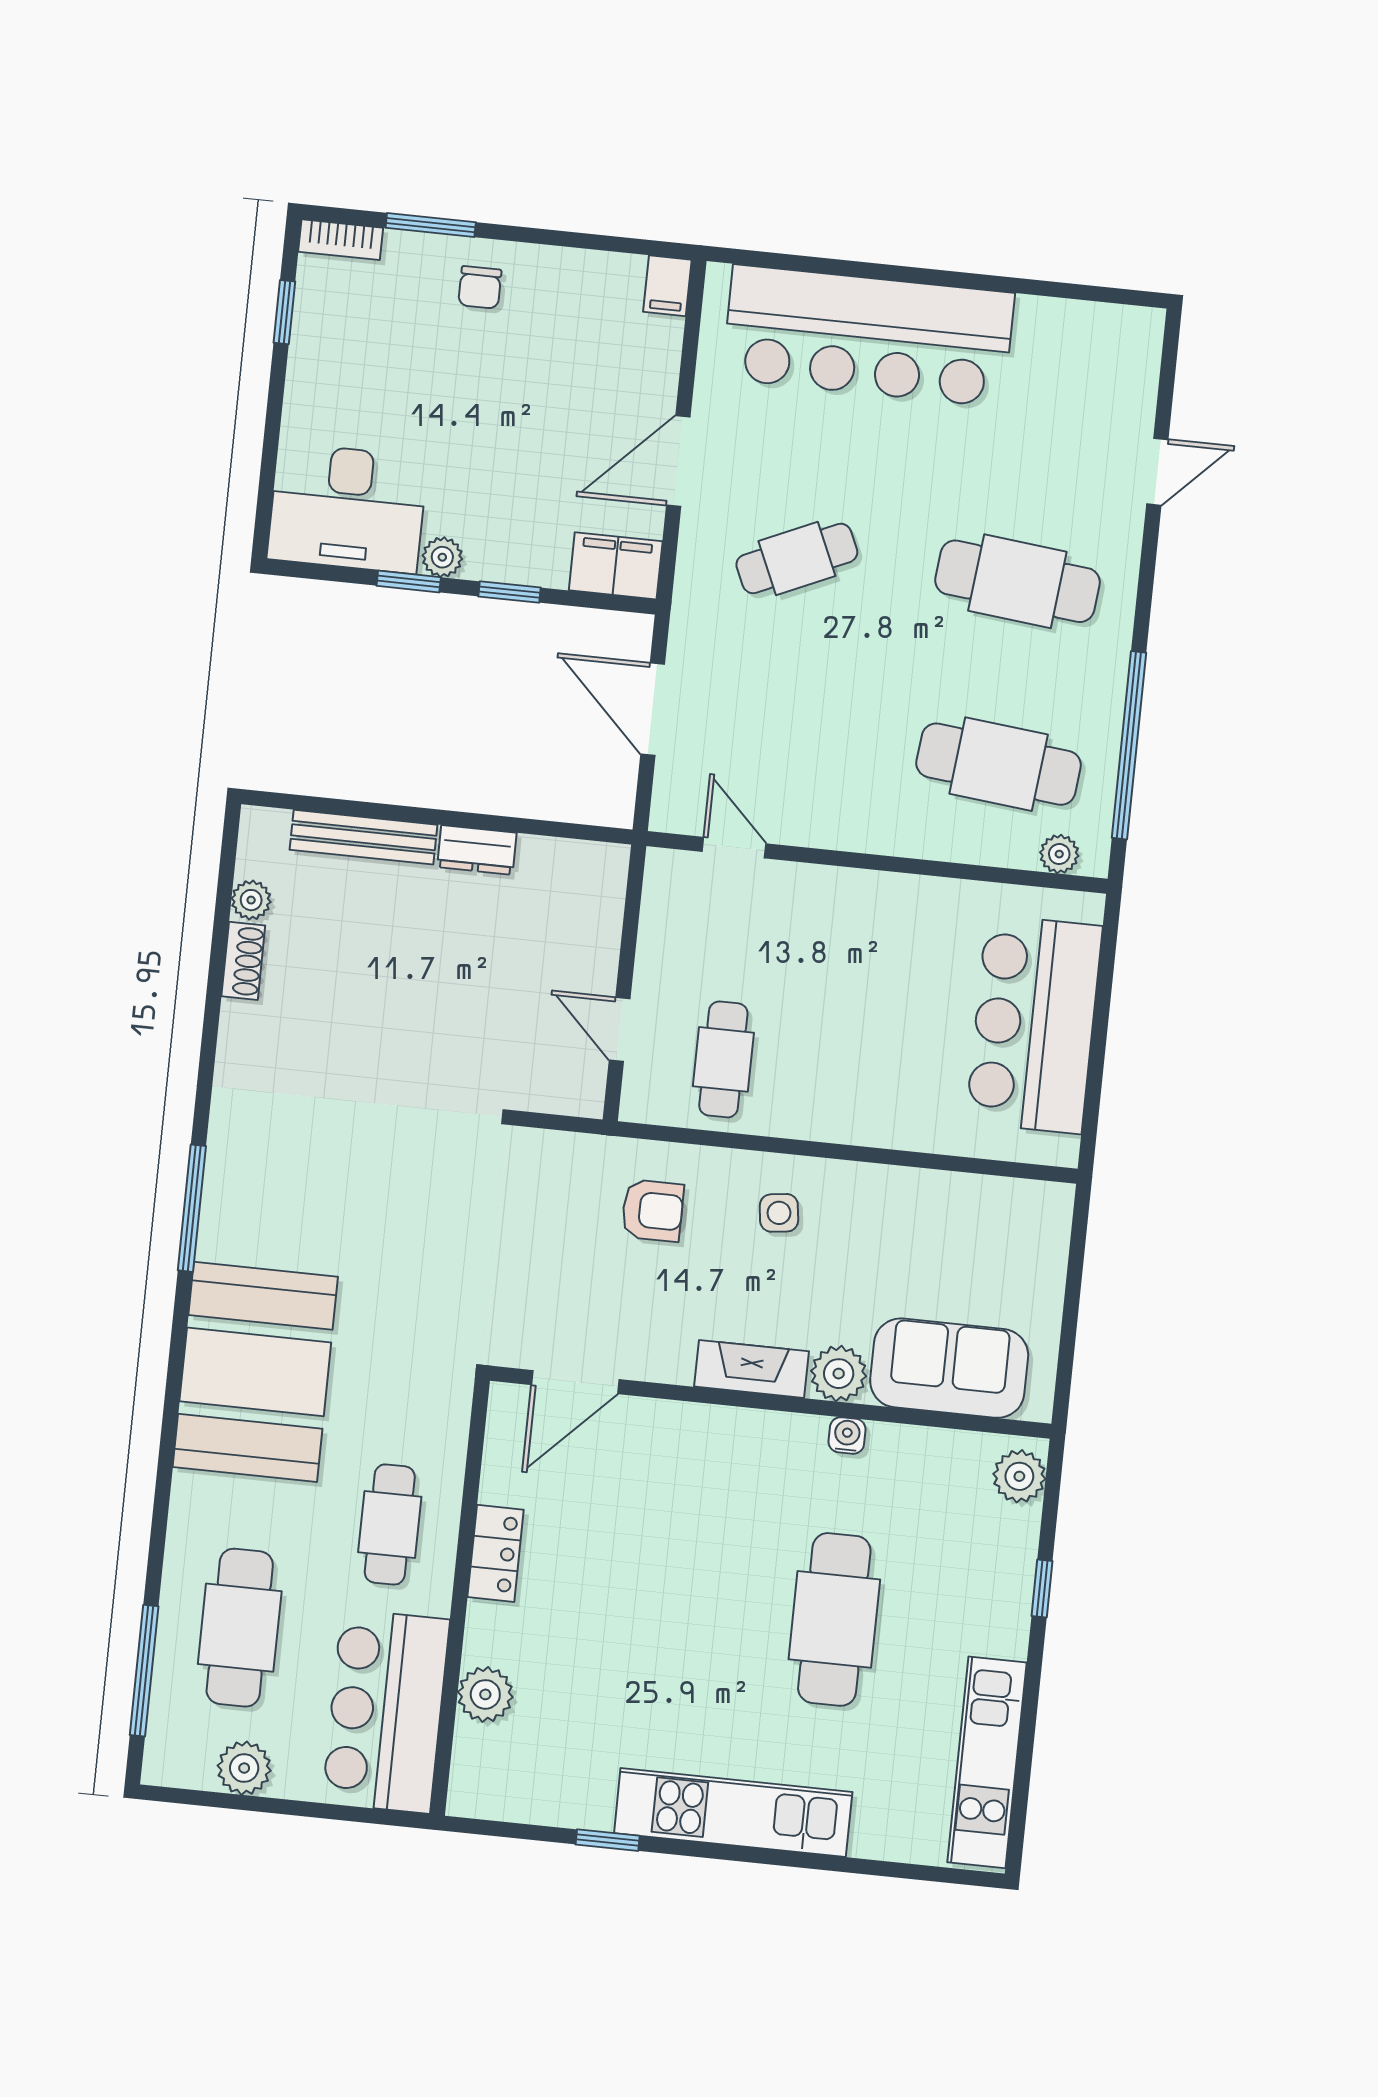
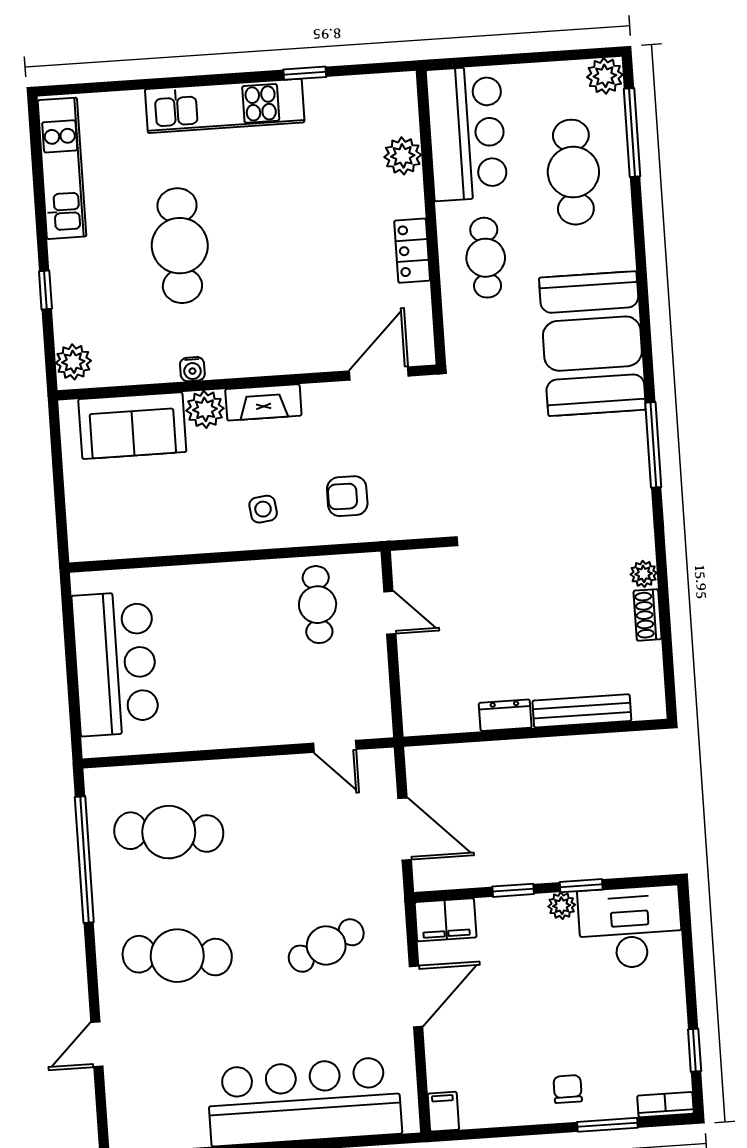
plant: (1059, 854) -> (118, 779), removed
plant: (251, 900) -> (644, 574), moved
plant: (244, 1768) -> (605, 76), moved

